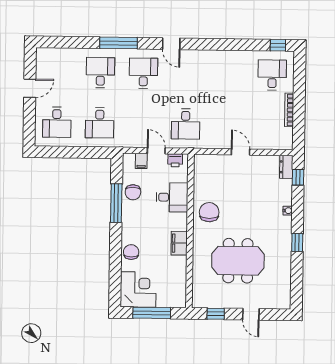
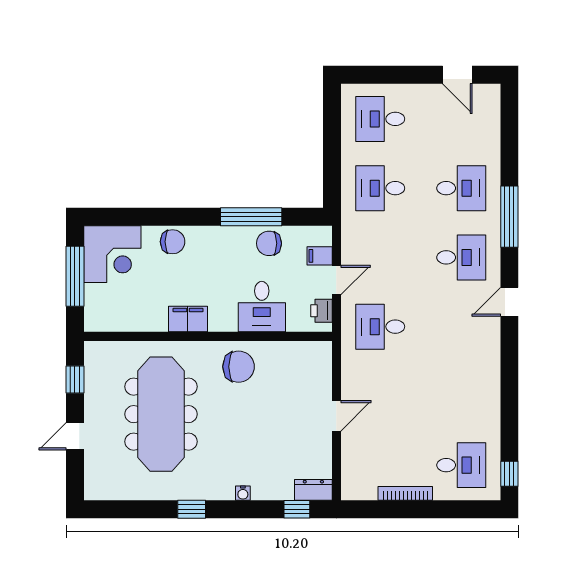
door: (30, 88) -> (457, 75), moved
meeting table: (238, 261) -> (161, 414), width x1.36

